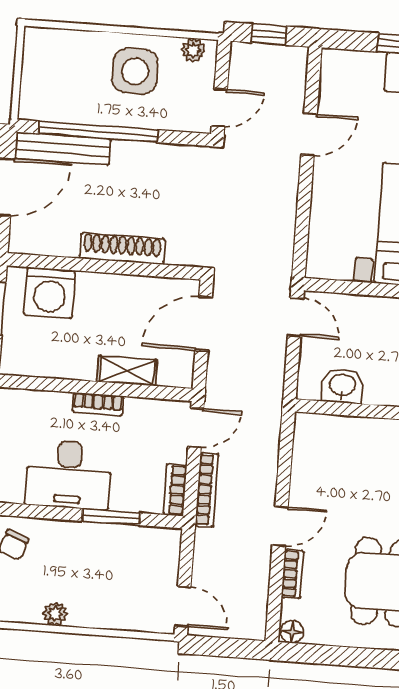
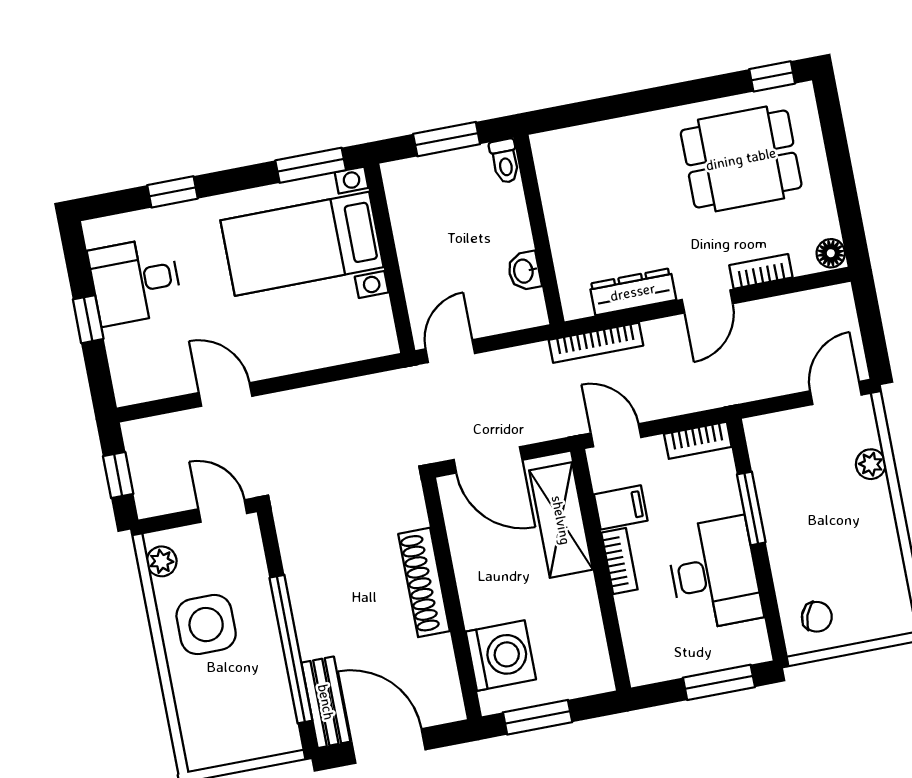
bench: (63, 149) -> (326, 702), width x0.73
shelving: (127, 371) -> (561, 520), width x1.50, depth x1.33
washbasin: (342, 386) -> (524, 271), width x0.72, depth x0.69
filing cabinet: (139, 416) -> (621, 507), added
dresser: (303, 471) -> (633, 292), added
bookcase: (207, 490) -> (596, 343), moved, turned 180
door: (280, 526) -> (707, 302), swing flipped
plant: (55, 614) -> (871, 464), moved

